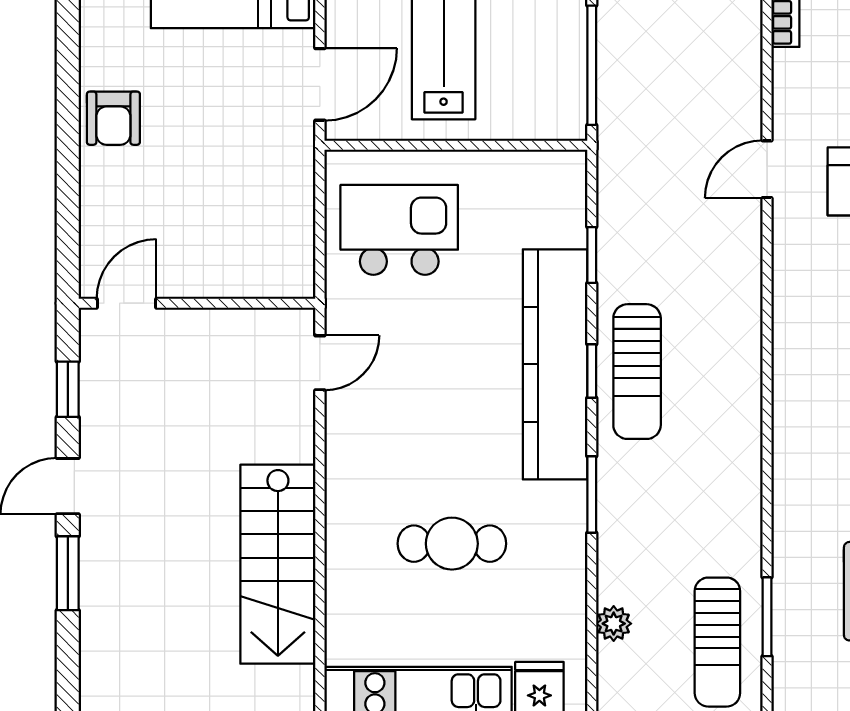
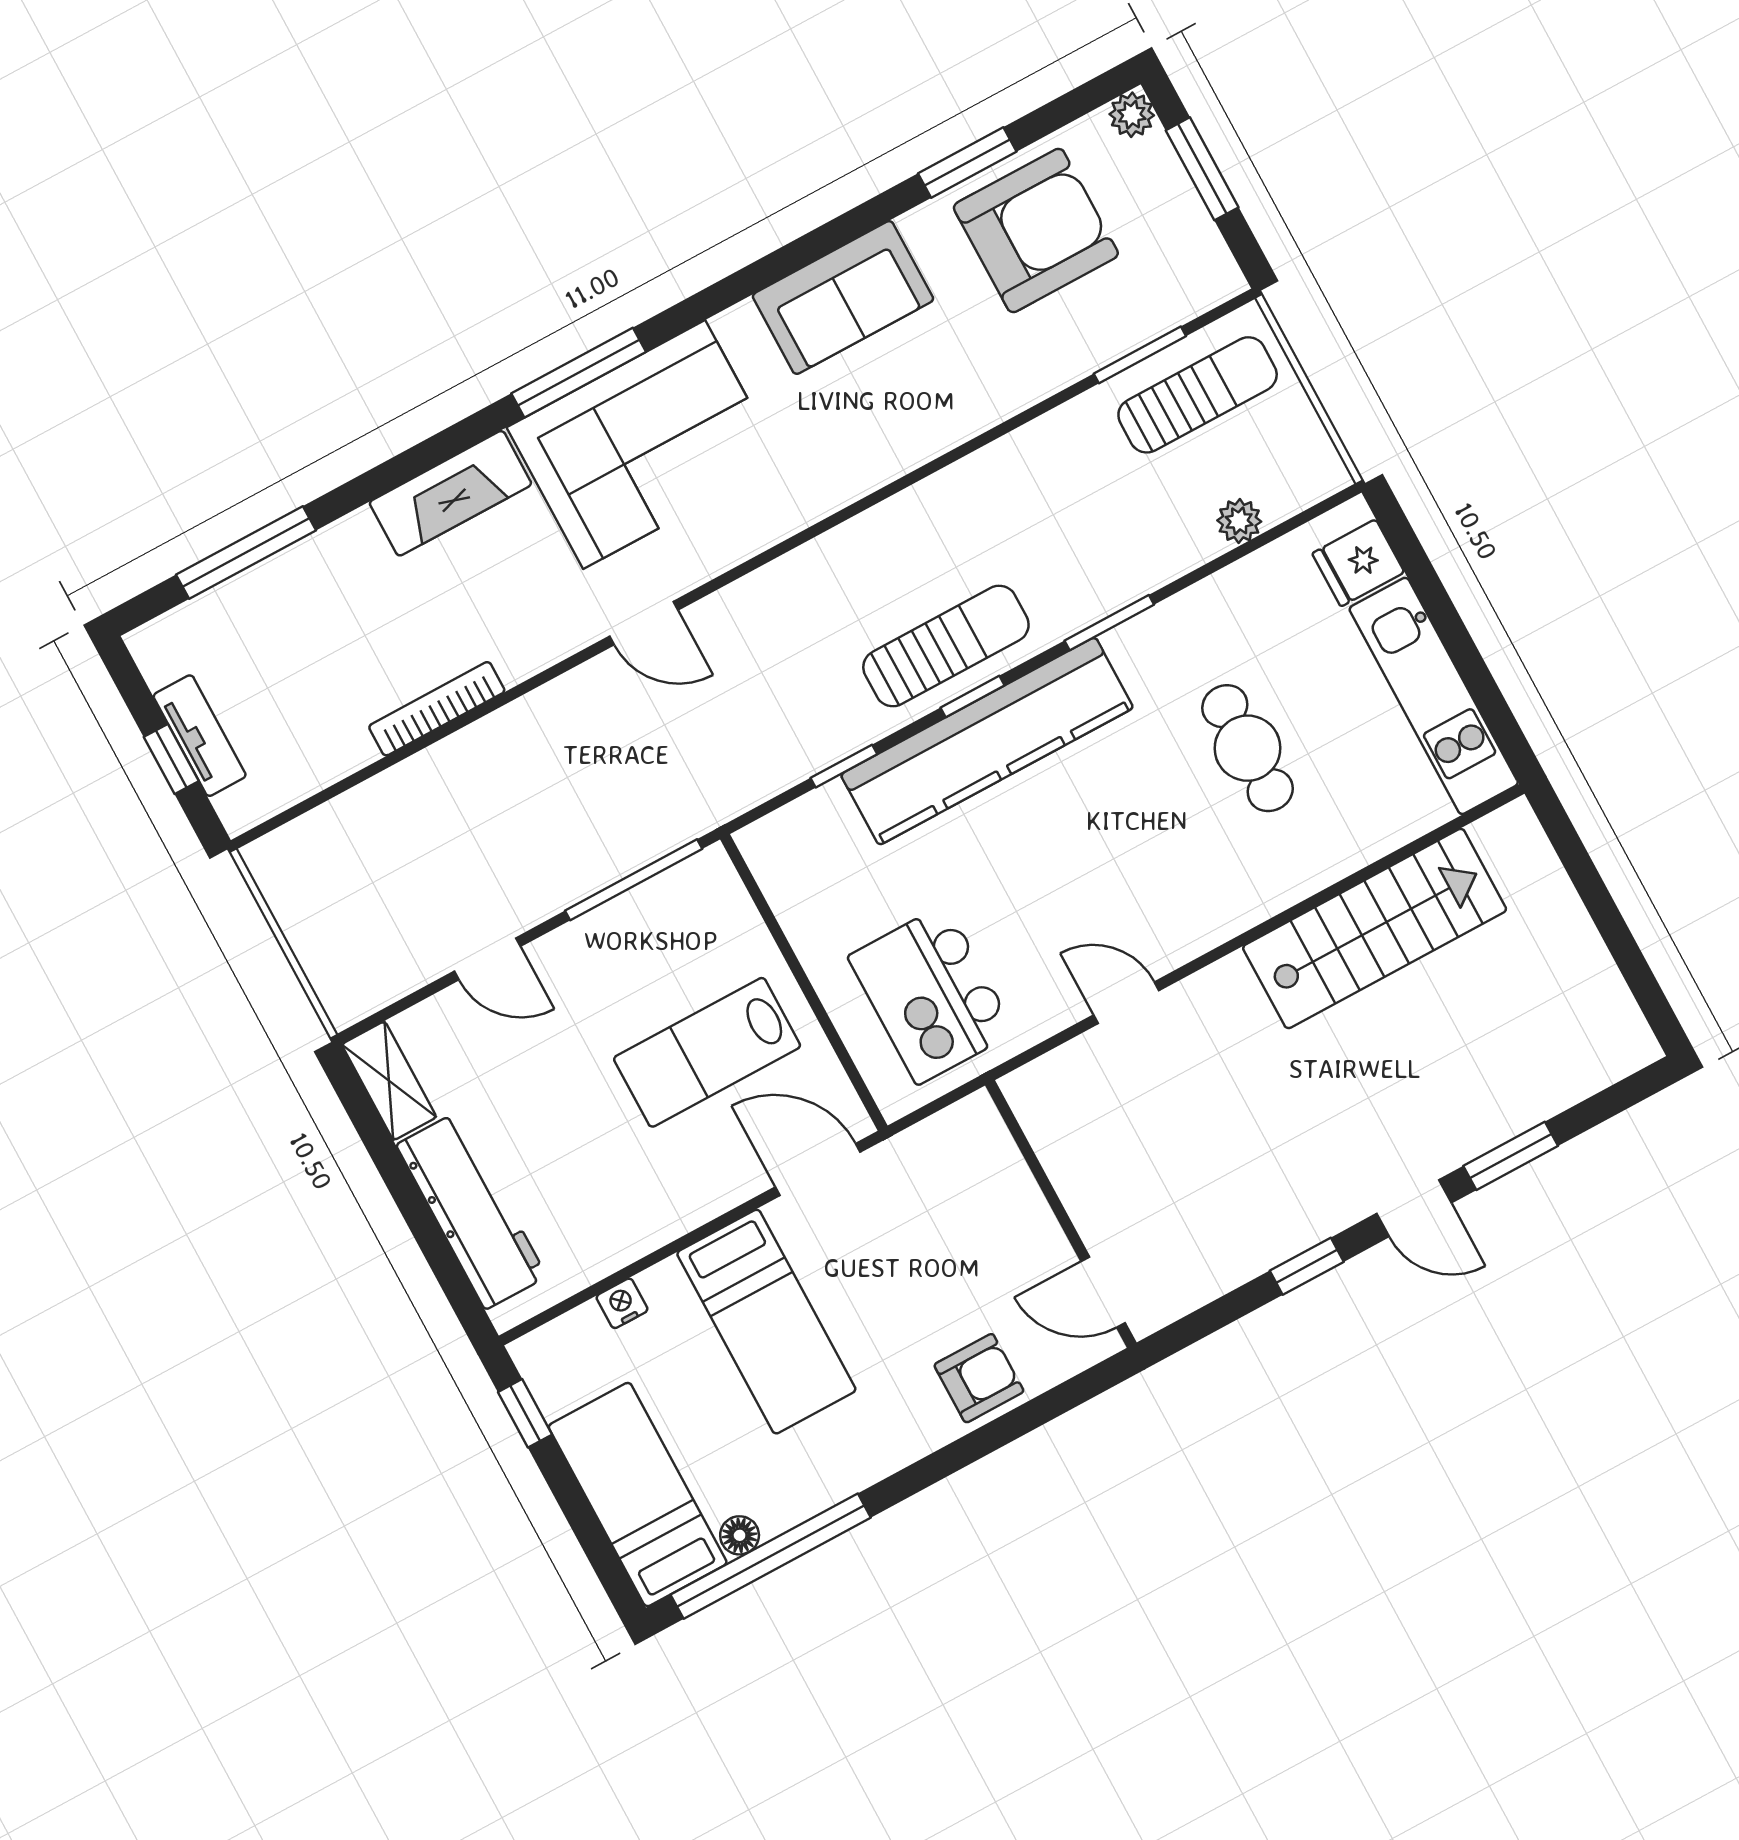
door: (127, 303) -> (1103, 1292), moved
wall: (197, 303) -> (1061, 1214), moved

